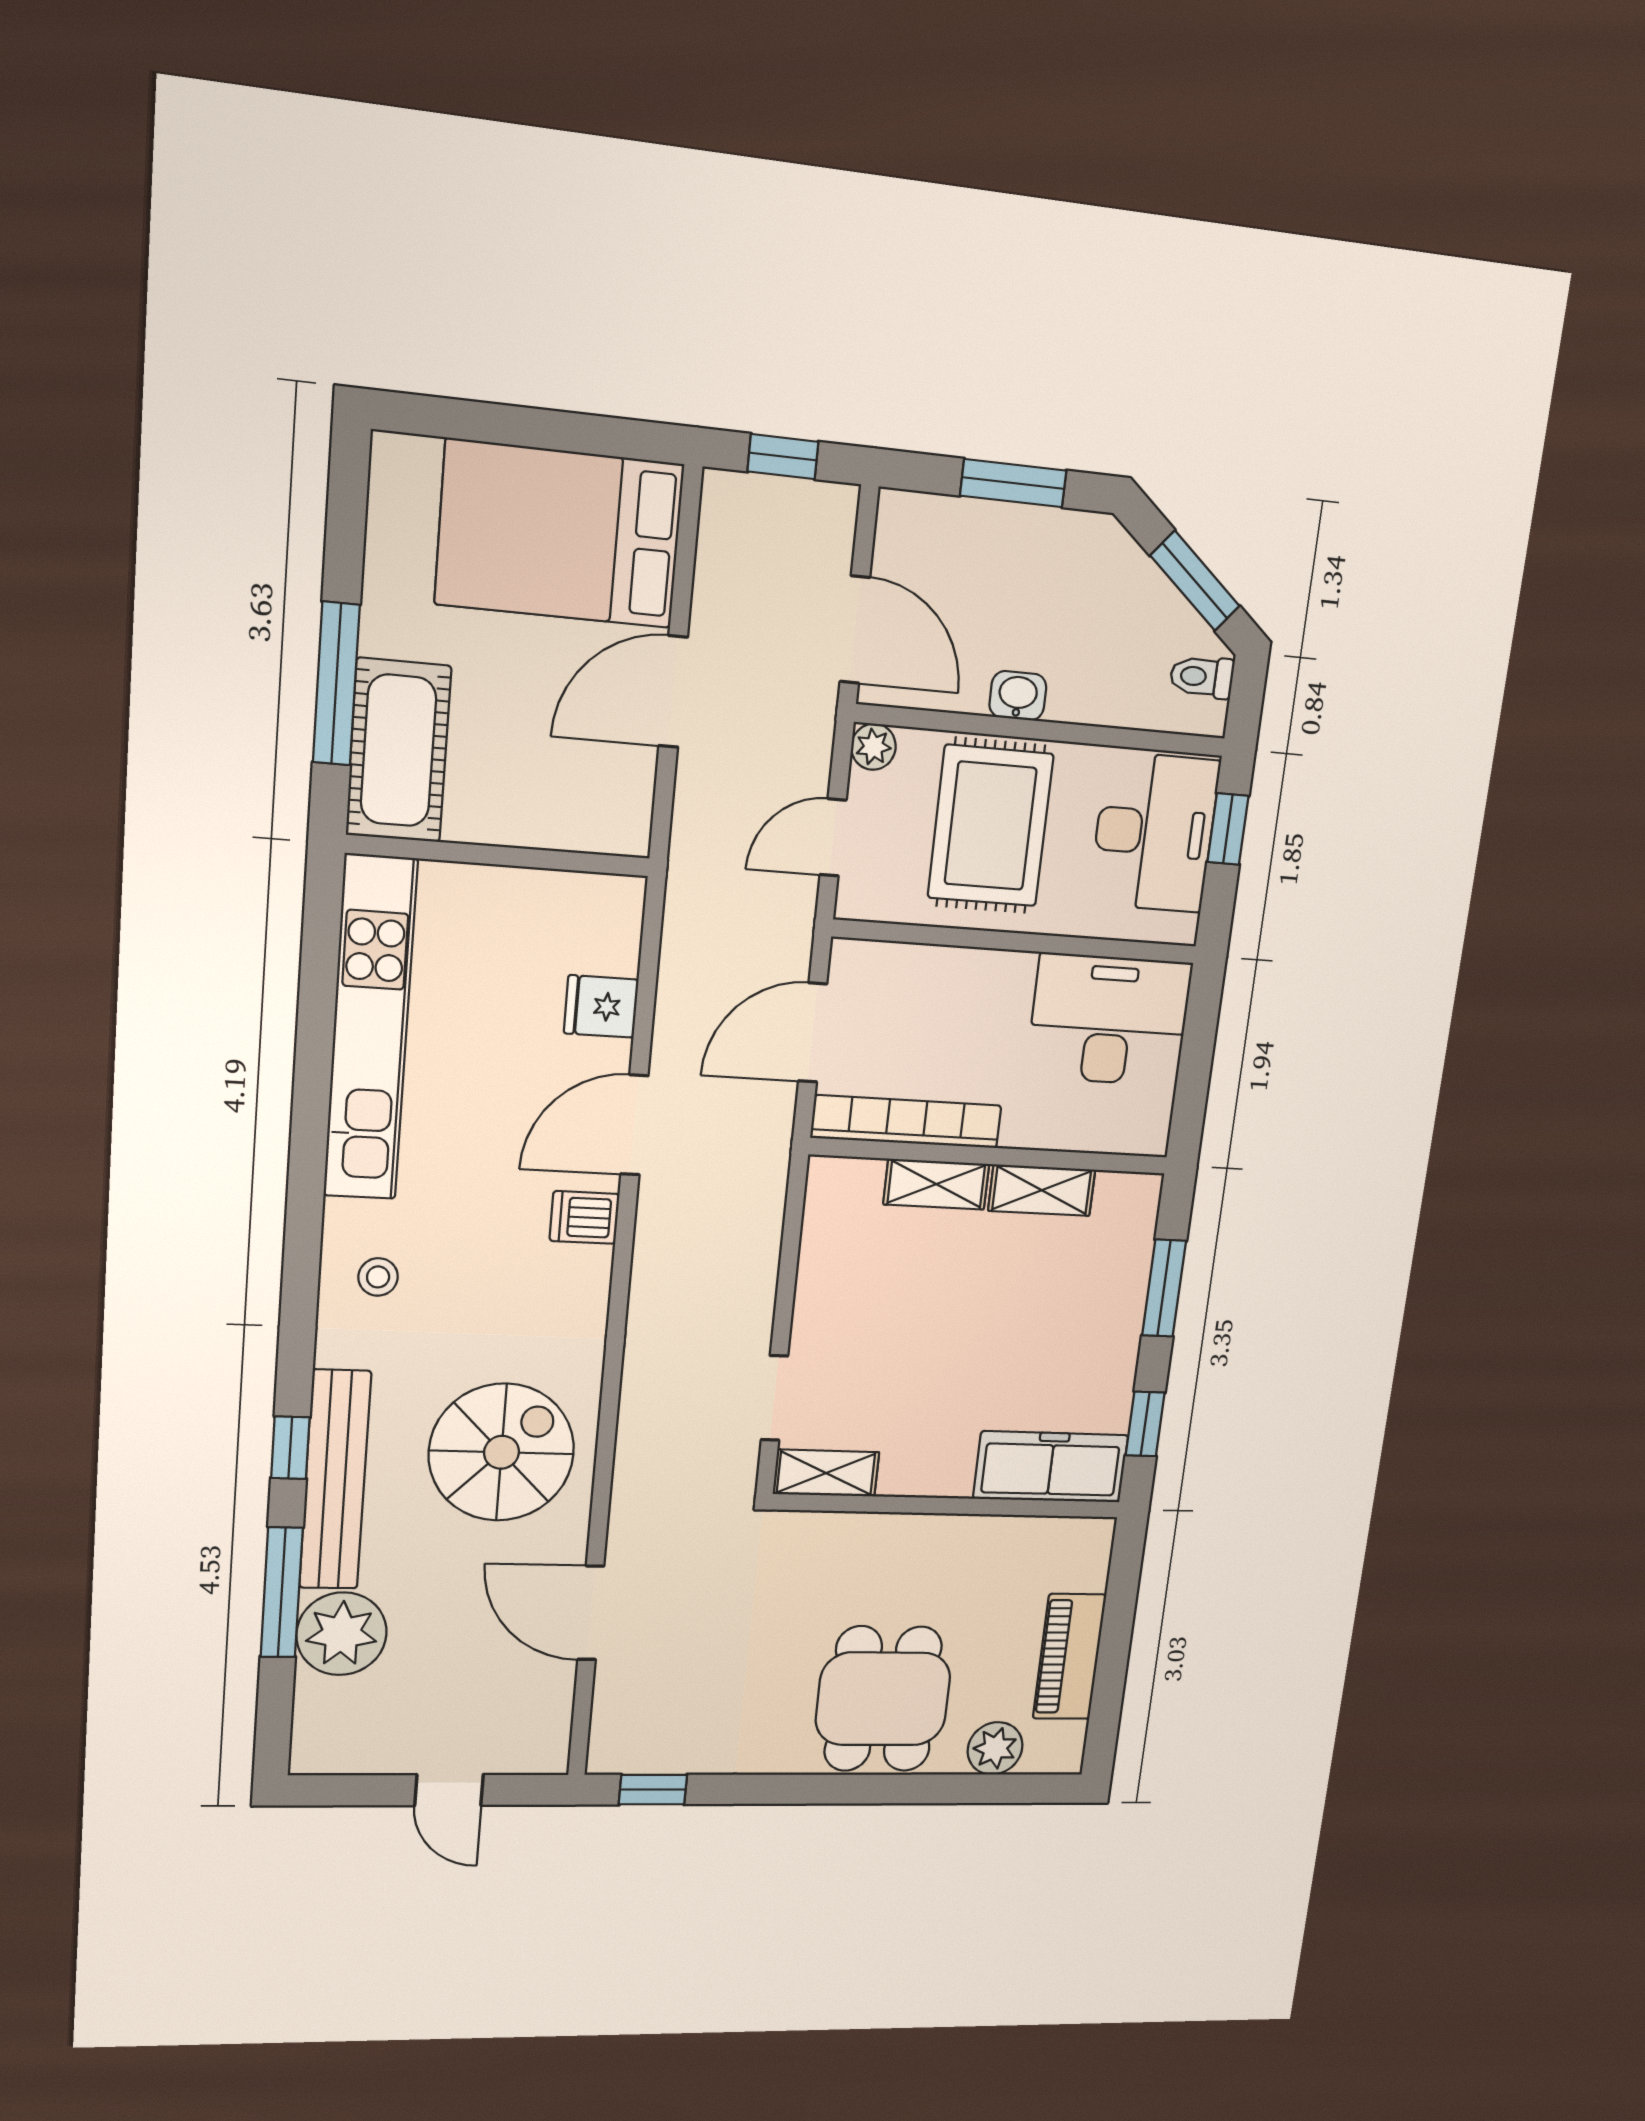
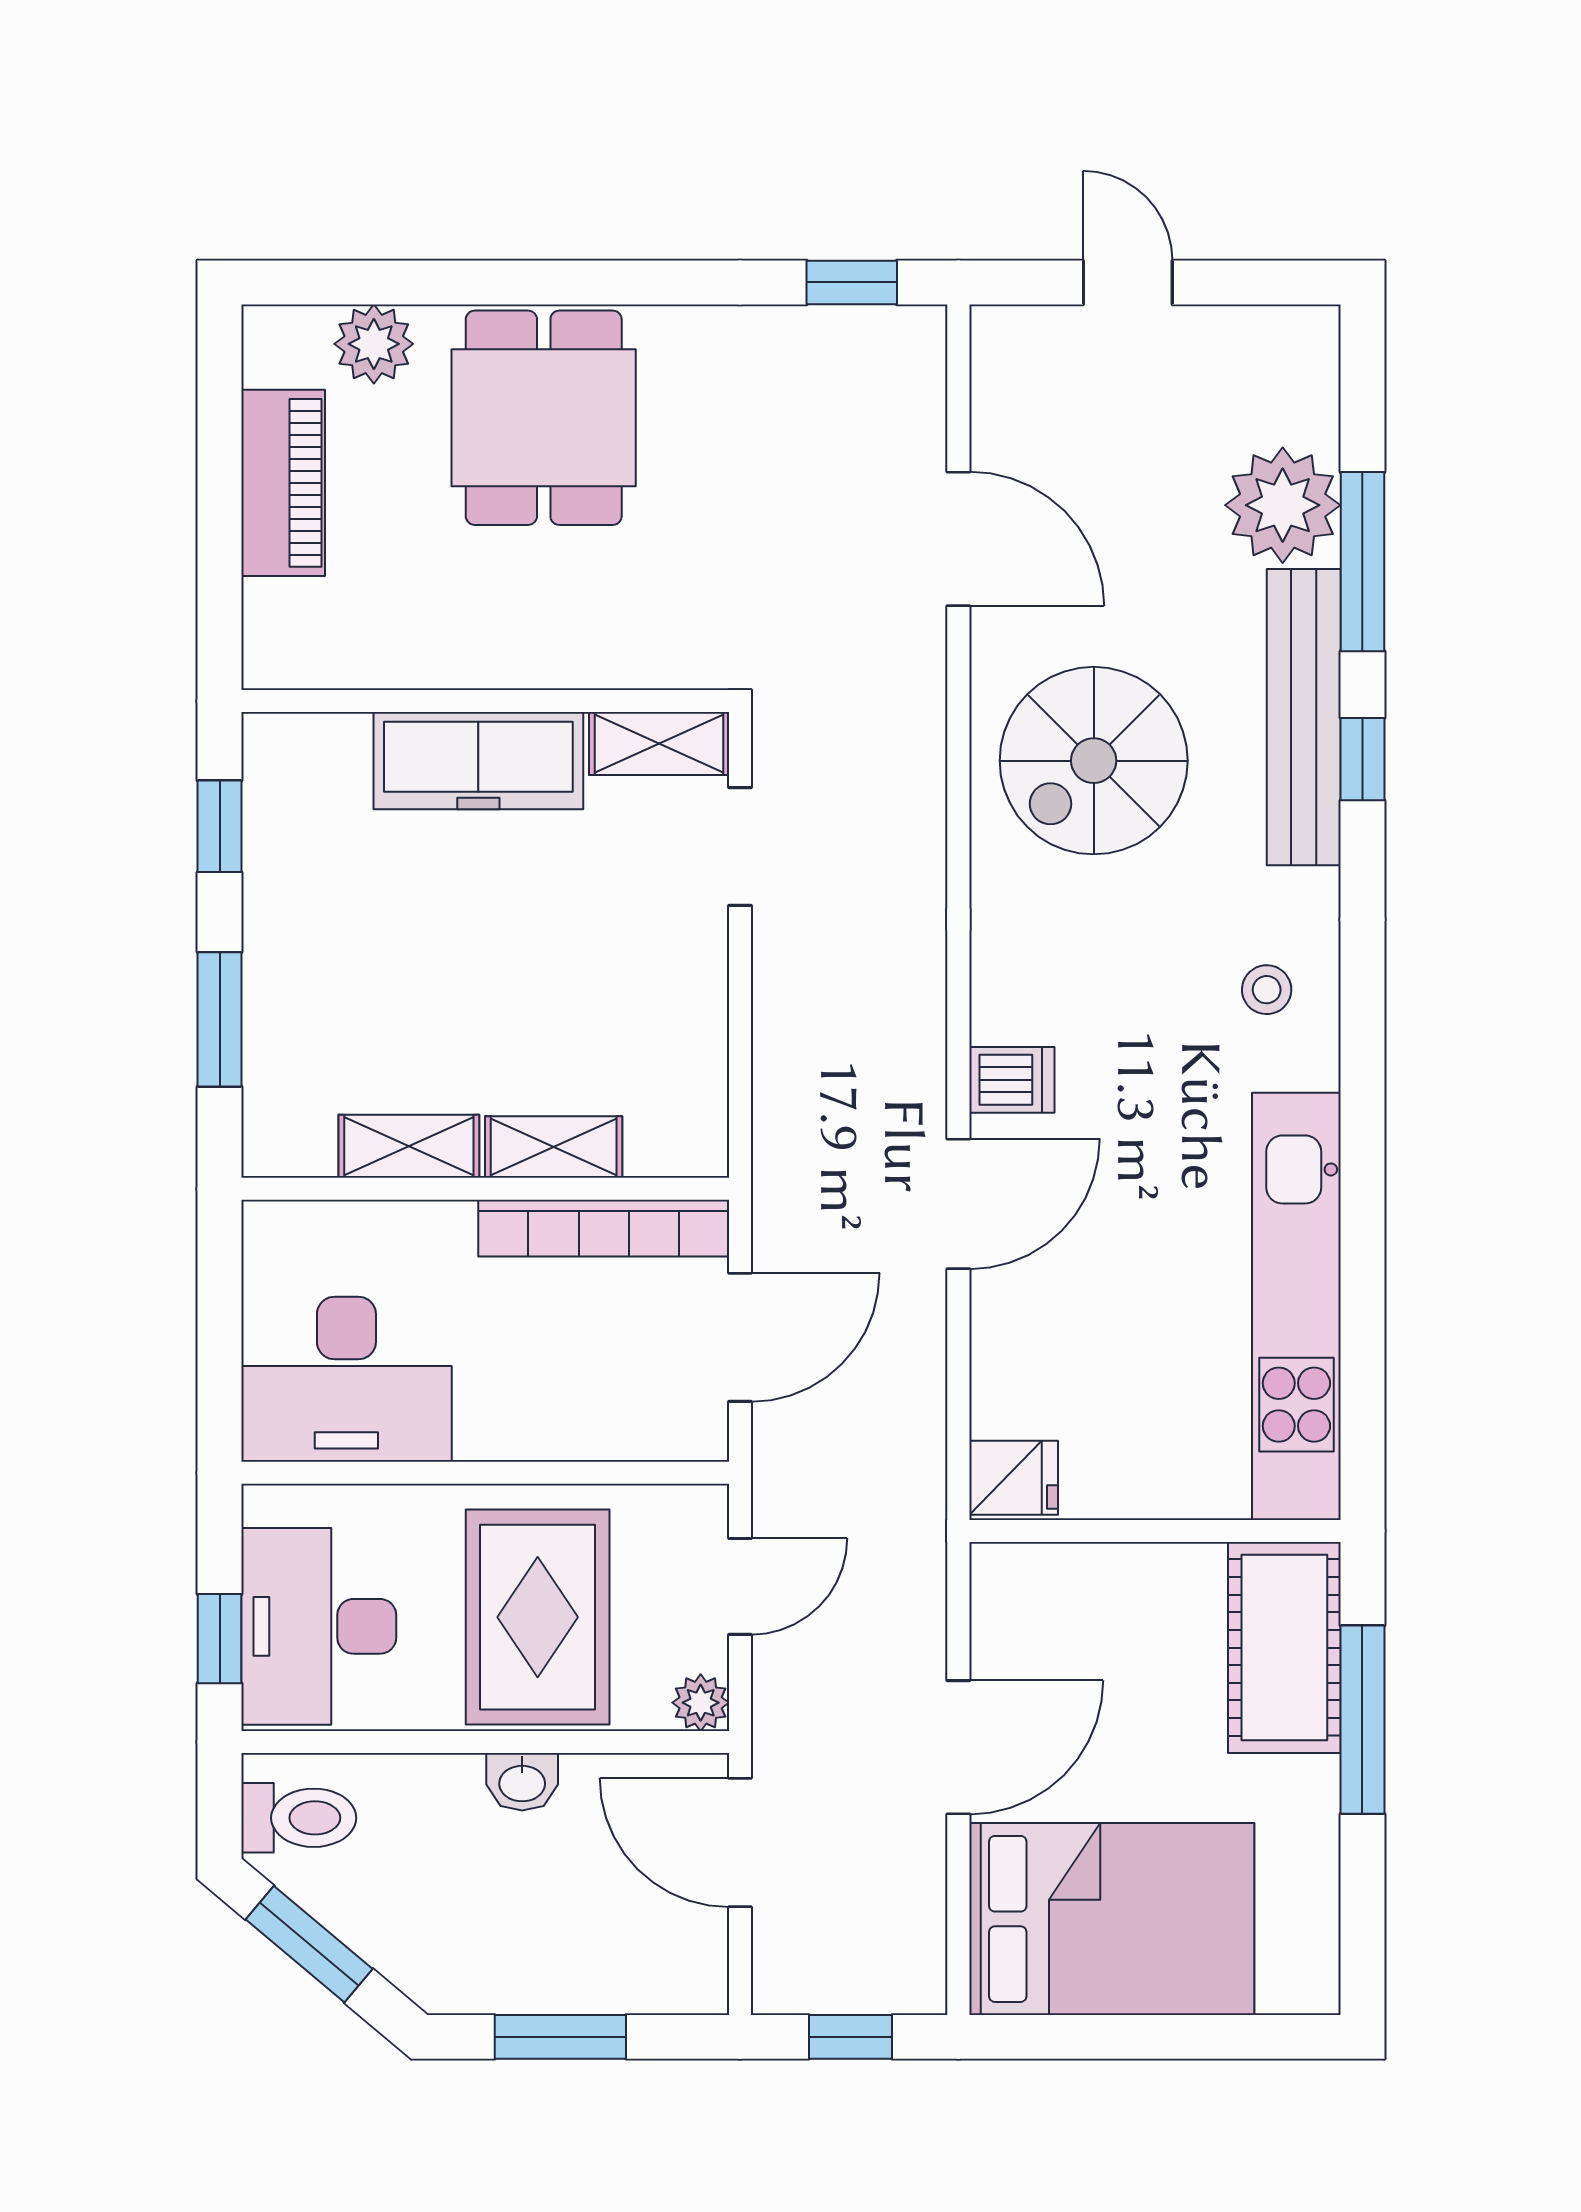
toilet: (1202, 677) -> (299, 1818), width x1.37, depth x1.39
fridge: (601, 1006) -> (1014, 1478), moved
freezer: (1051, 1467) -> (478, 761), moved

